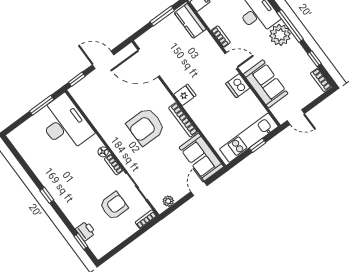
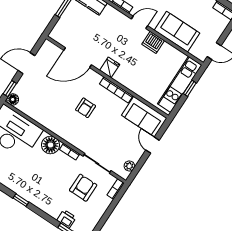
door: (149, 63) -> (78, 58), moved
floor lamp: (76, 91) -> (13, 99), added
armchair: (146, 126) -> (86, 108), width x0.53, depth x0.53
floor lamp: (103, 152) -> (51, 145), width x1.89, depth x1.89

